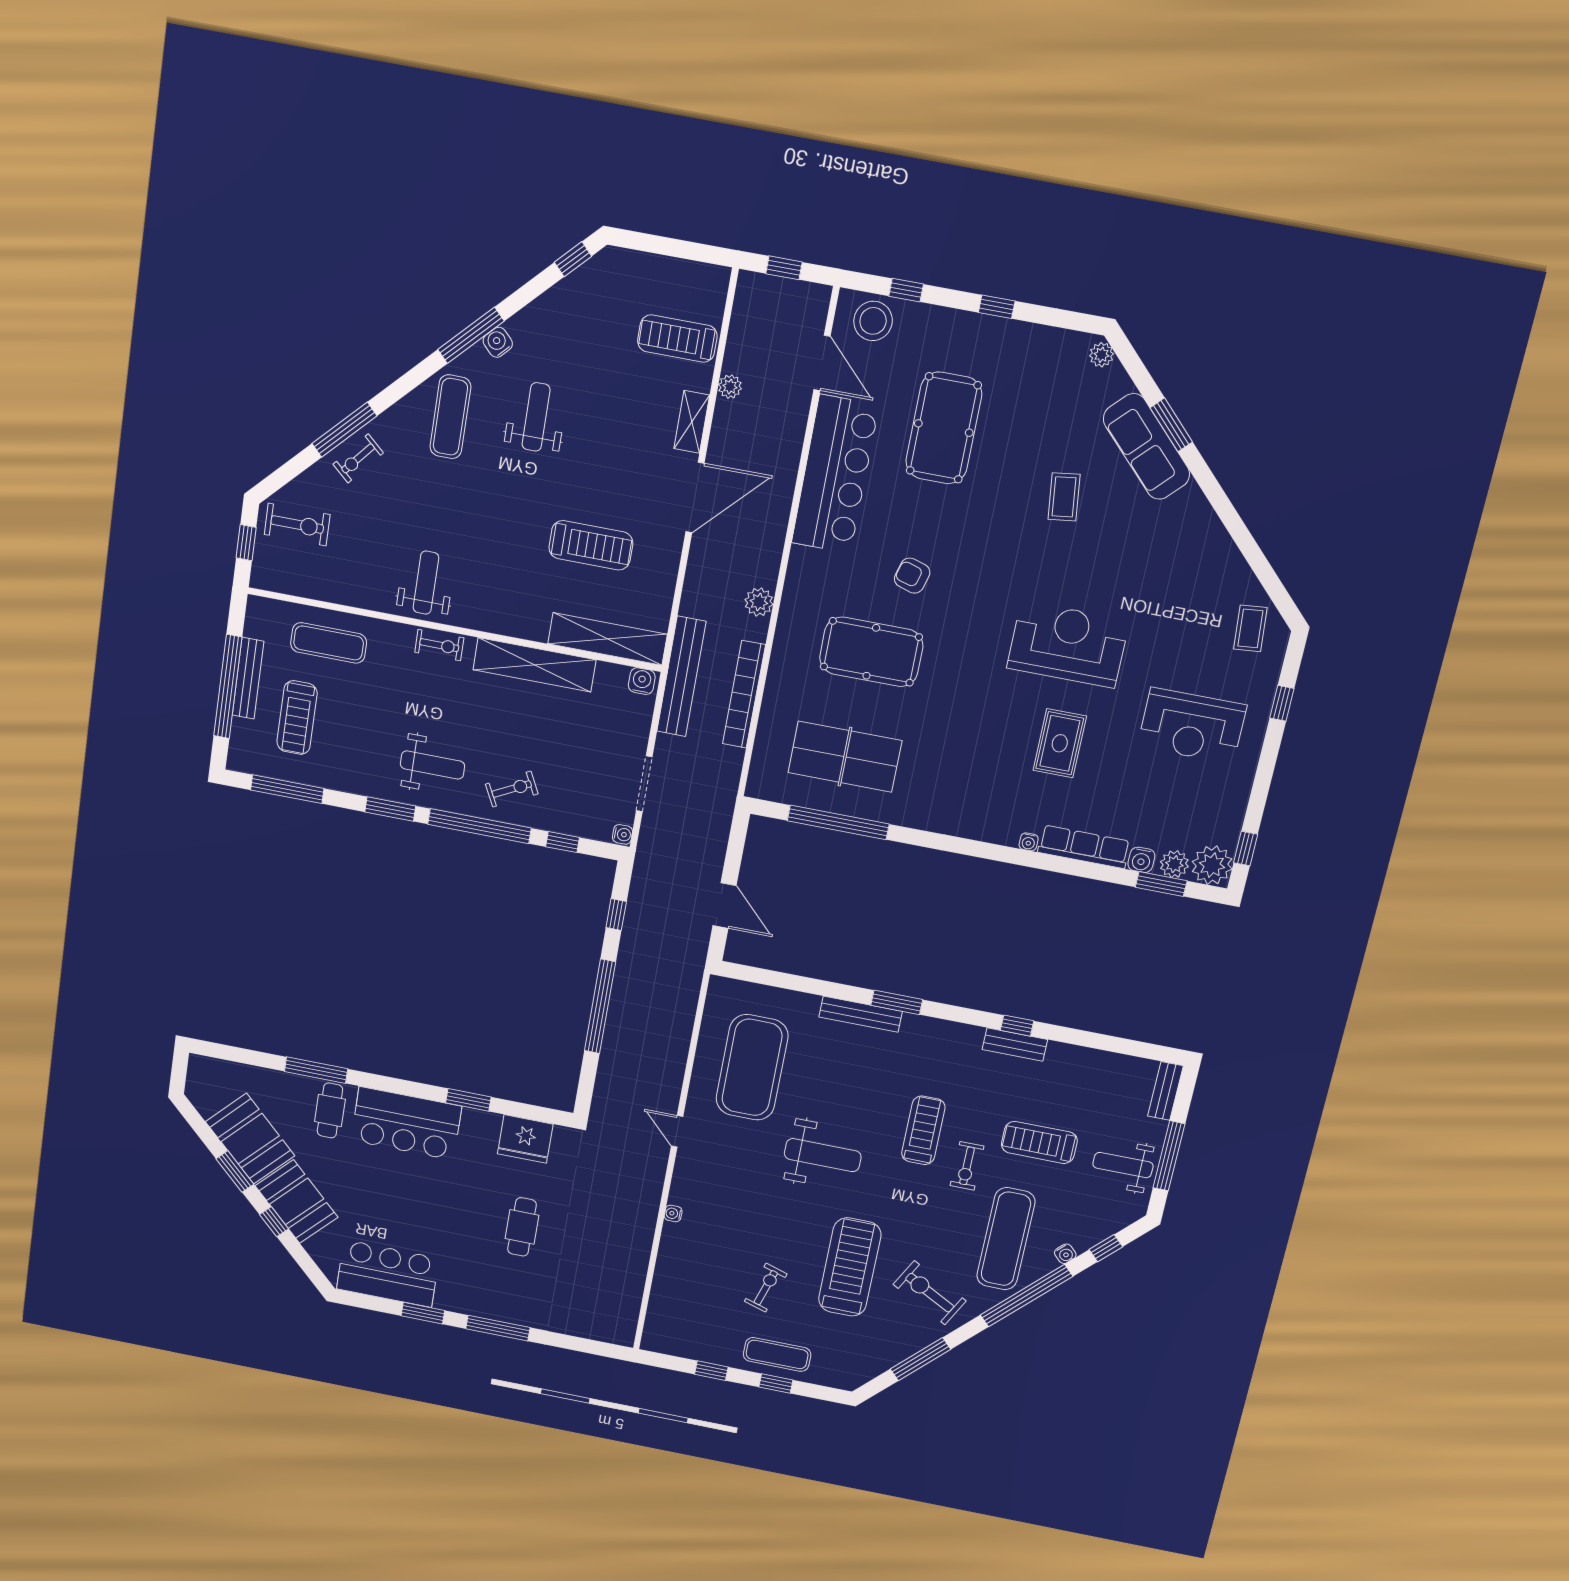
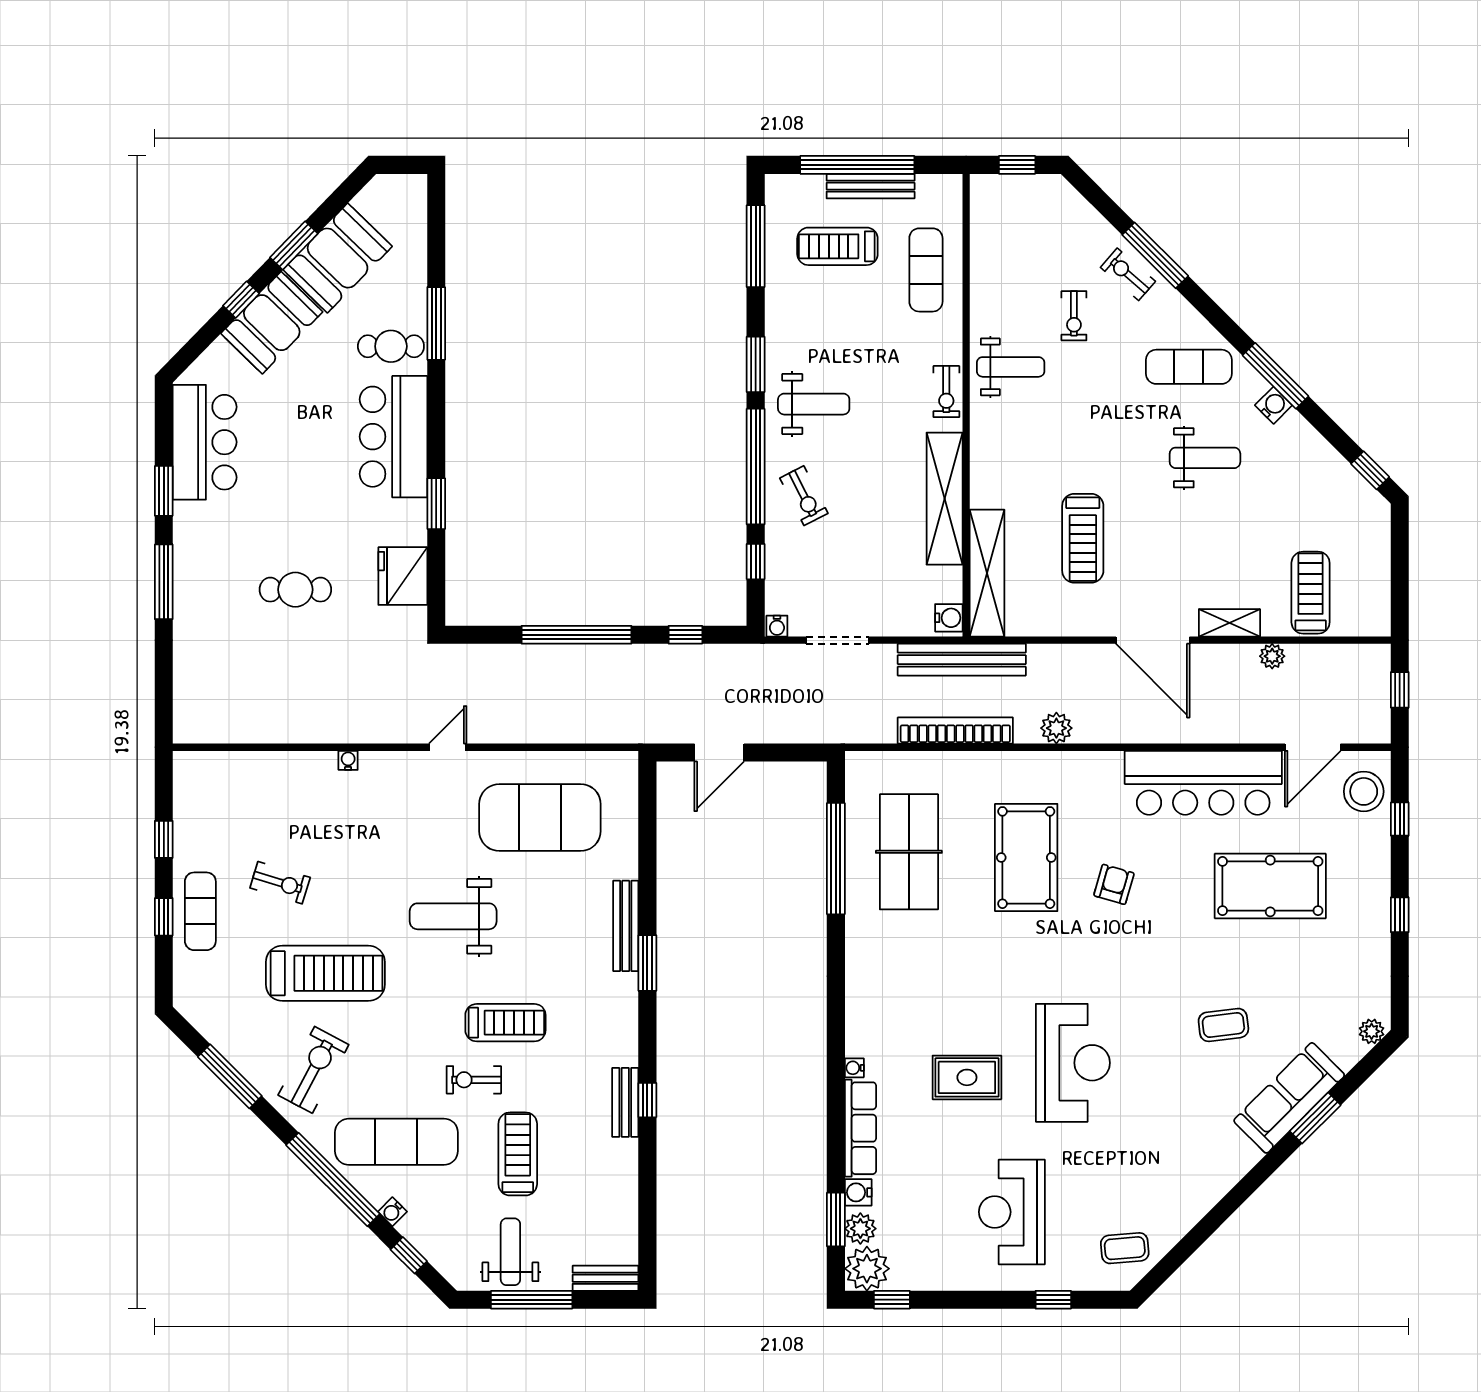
exercise bike: (297, 525) -> (1074, 316), moved, width x0.73, depth x0.72
weight bench: (432, 765) -> (814, 404), turned -90
weight bench: (823, 1155) -> (453, 916), turned 90

